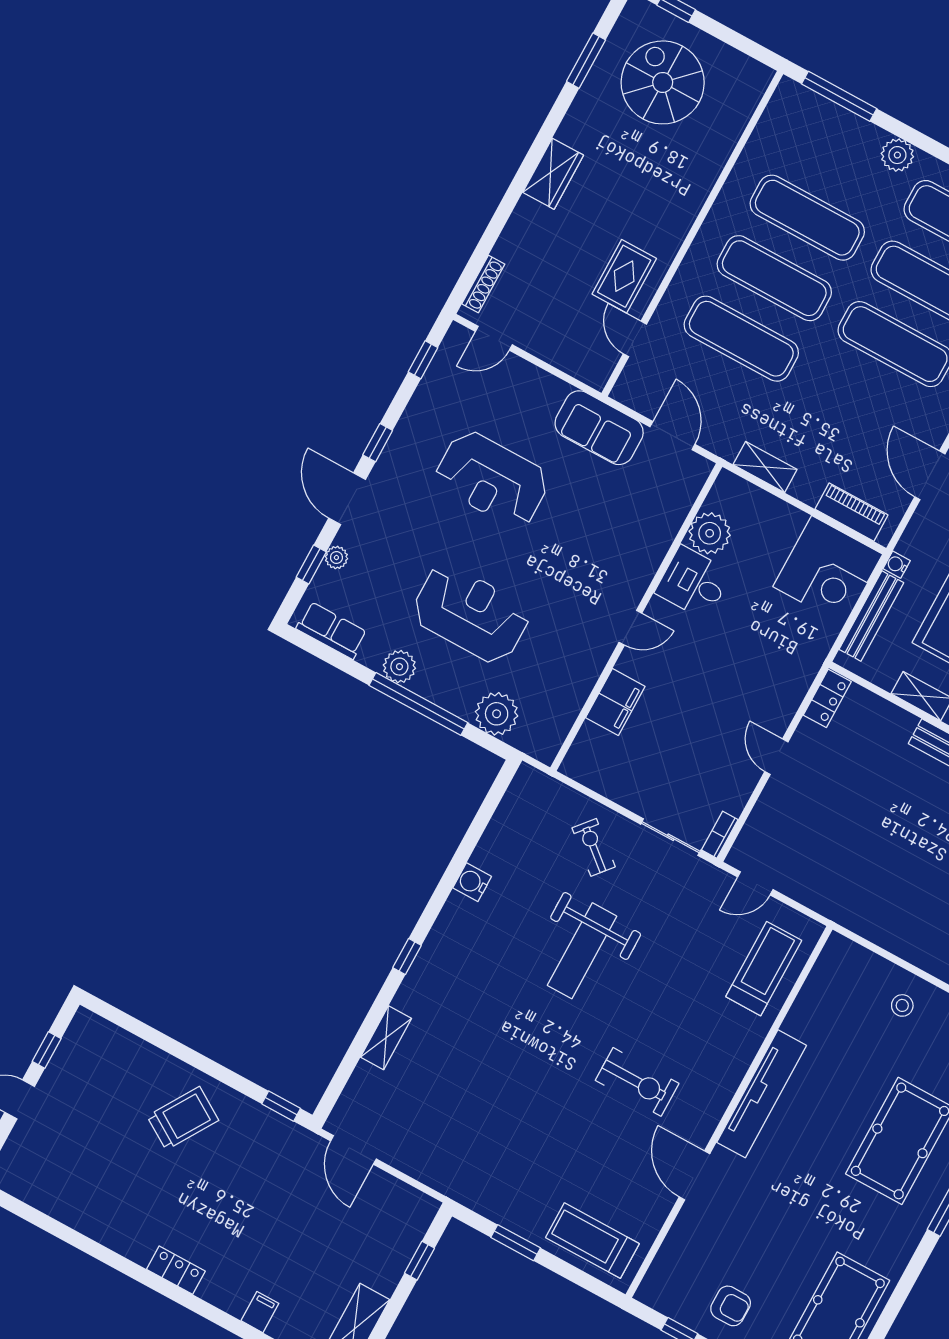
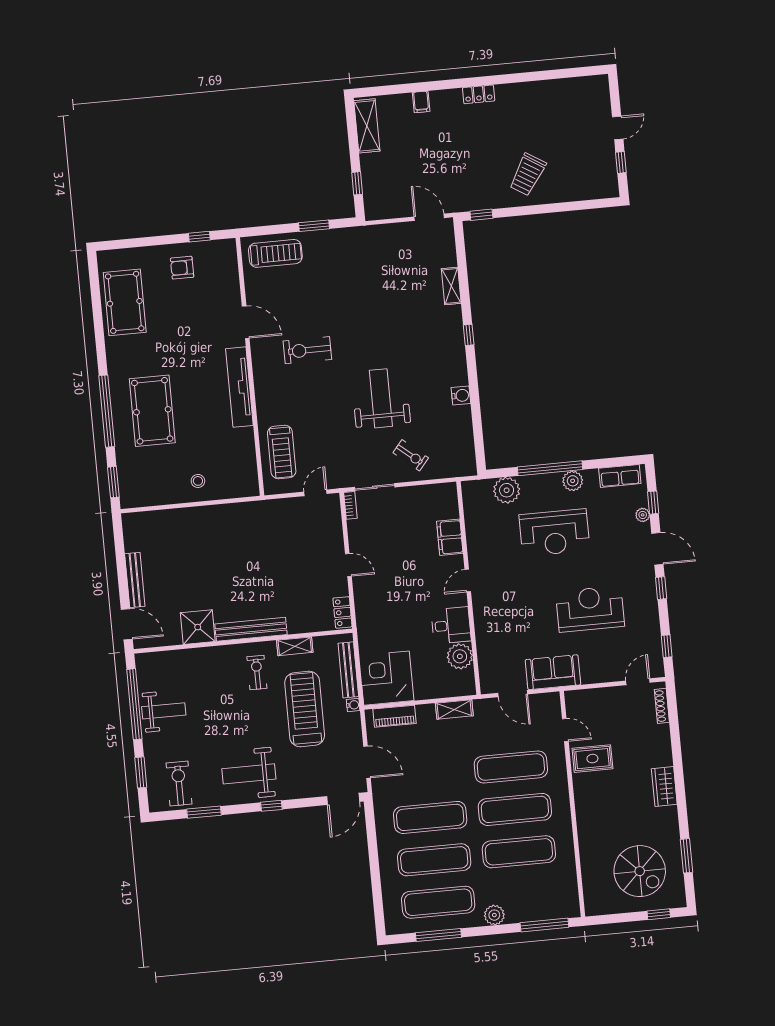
rug: (624, 276) -> (592, 759), turned 90

